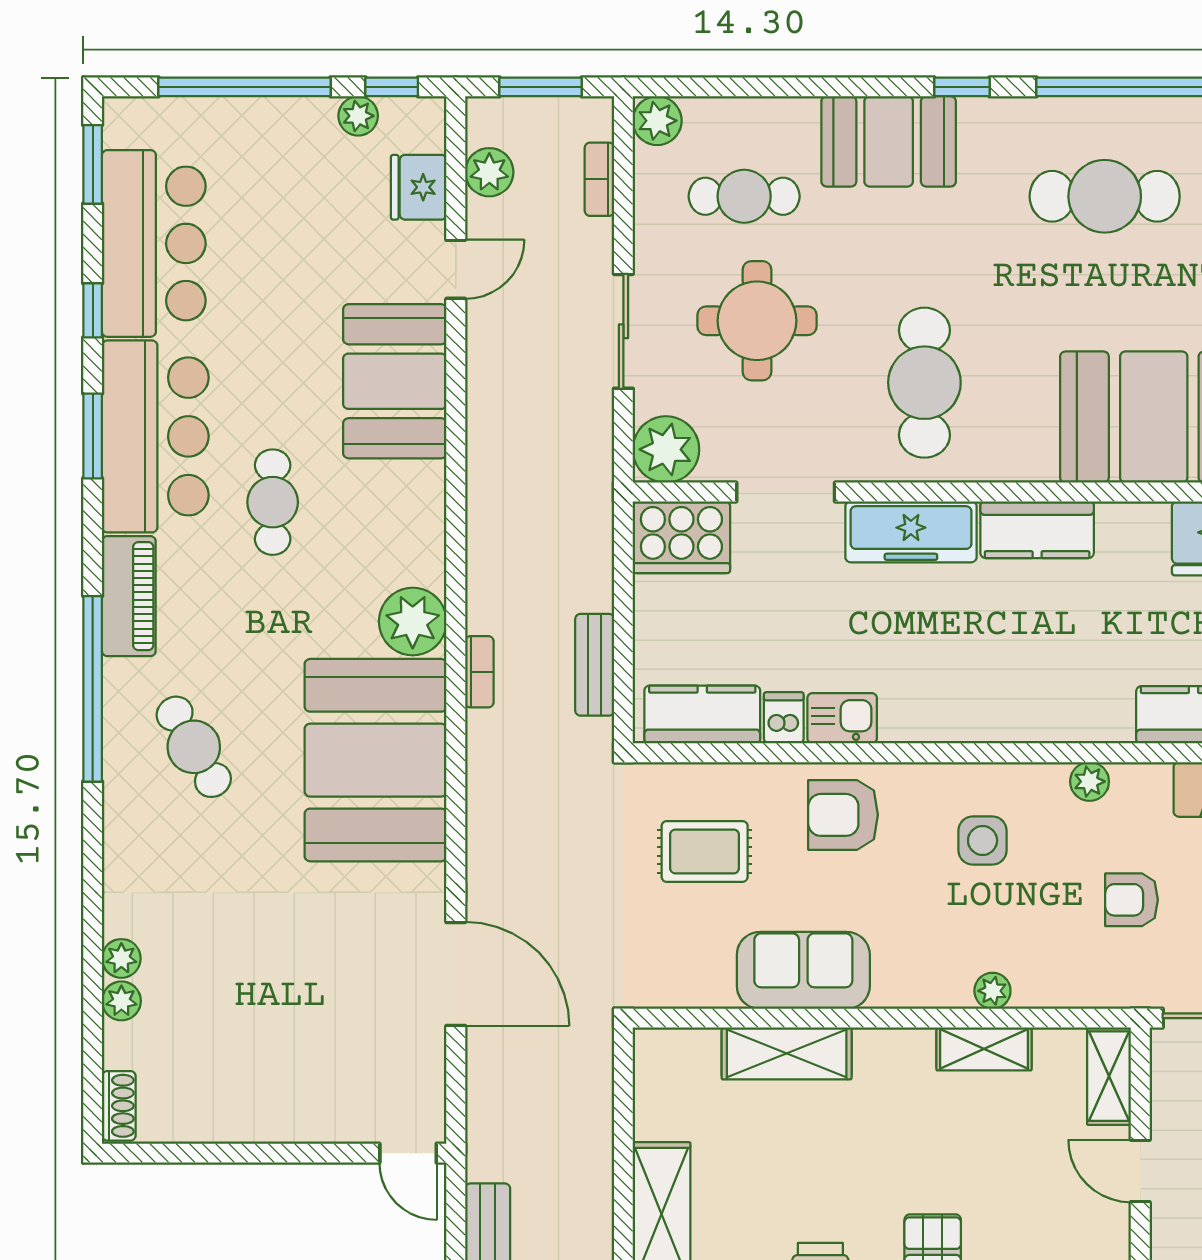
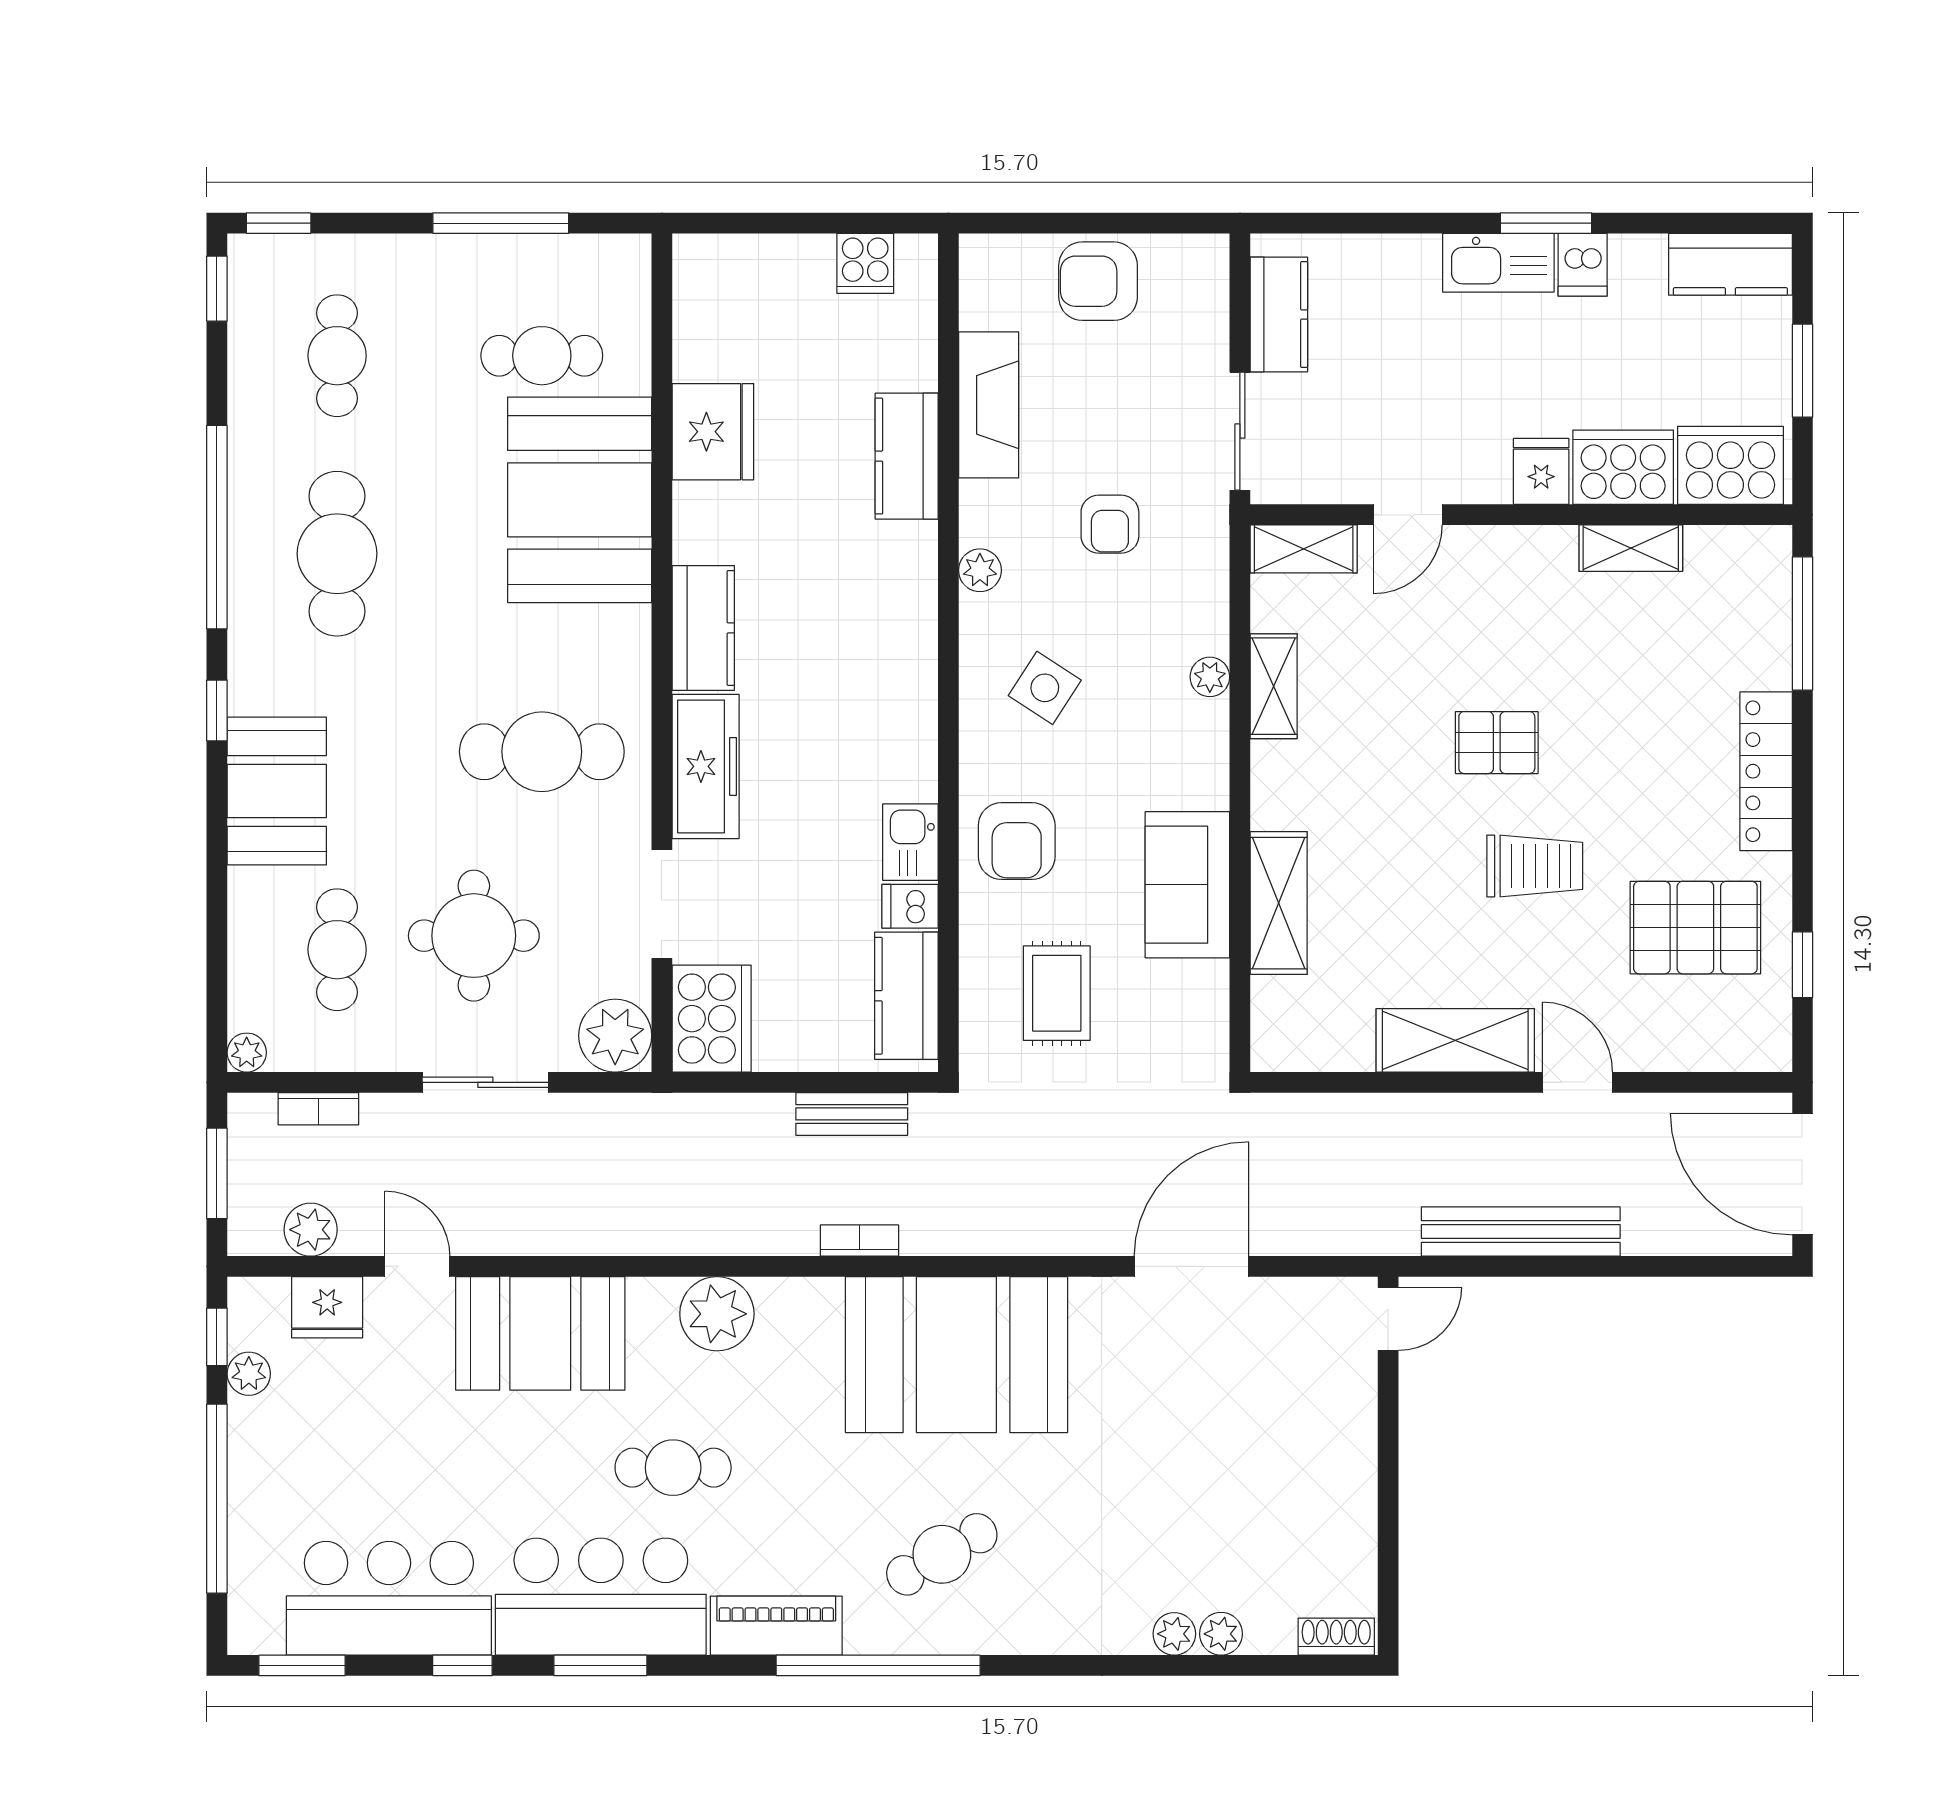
plant: (657, 121) -> (247, 1053), width x0.73, depth x0.73
plant: (413, 621) -> (717, 1314), moved
side table: (983, 840) -> (1045, 688), turned 33

